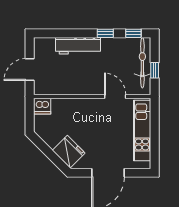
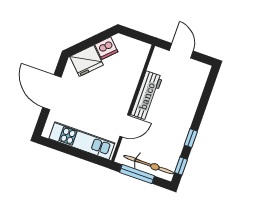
workbench: (78, 46) -> (147, 96), moved, turned 180
window: (155, 70) -> (137, 174), width x2.17
dishwasher: (42, 106) -> (106, 48), moved, turned -135

